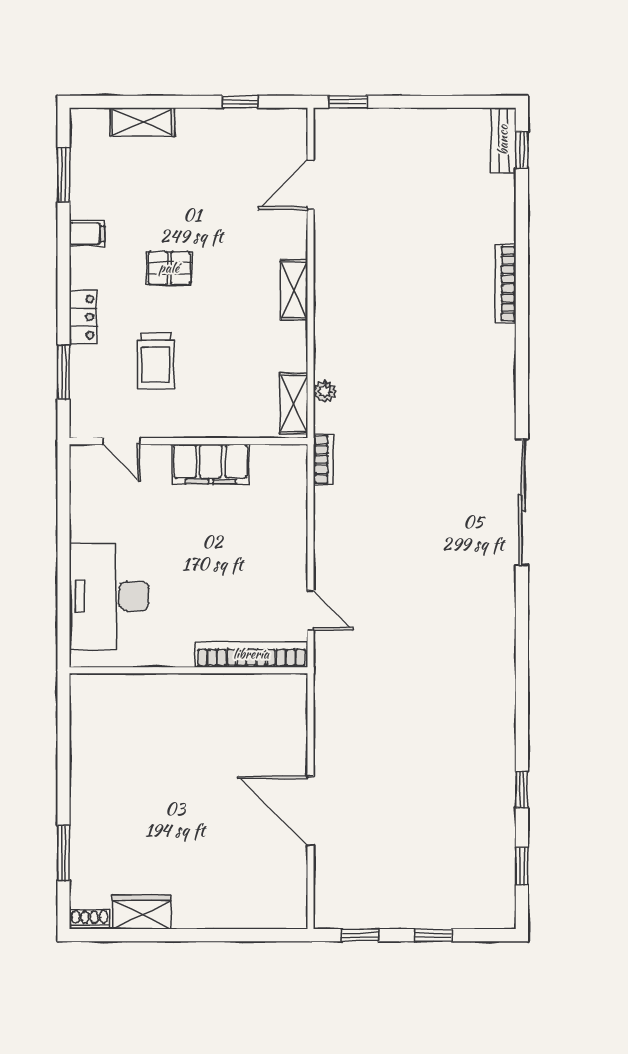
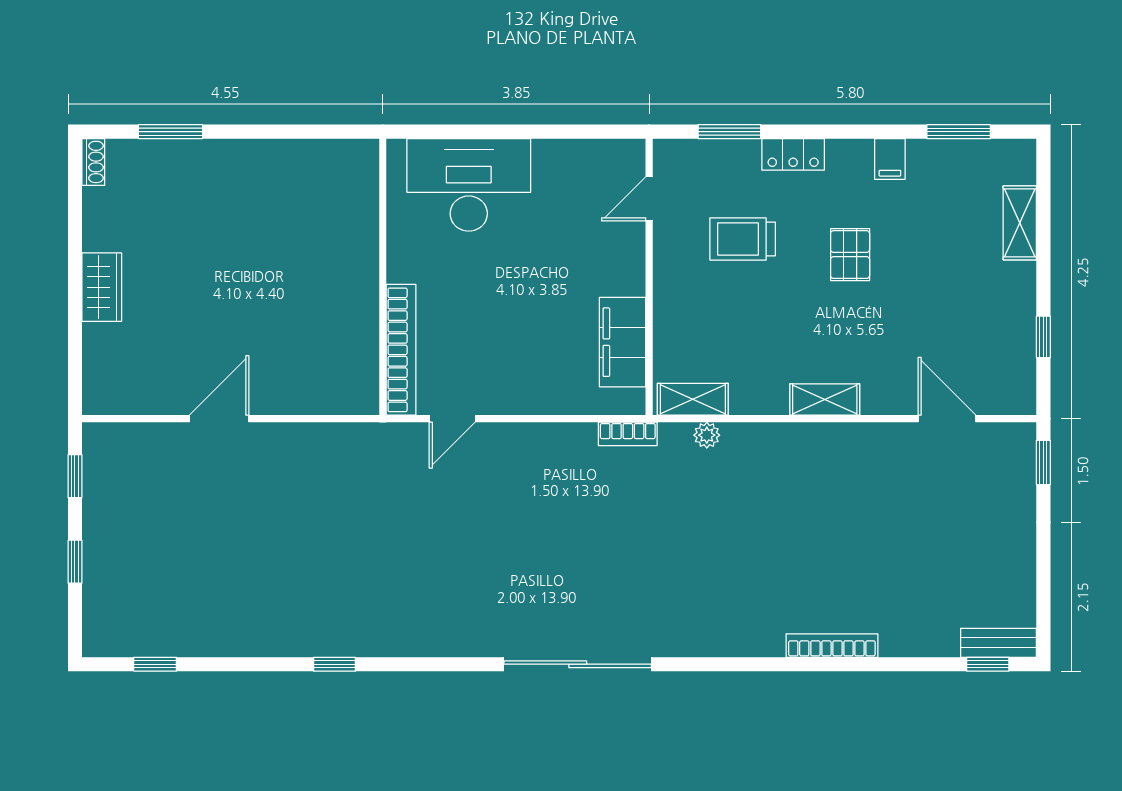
filing cabinet: (211, 464) -> (622, 342), moved
window: (522, 790) -> (334, 664), moved
door: (311, 811) -> (219, 419), width x0.73
wardrobe: (142, 912) -> (102, 287), moved

